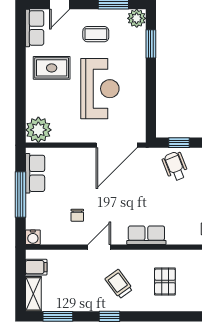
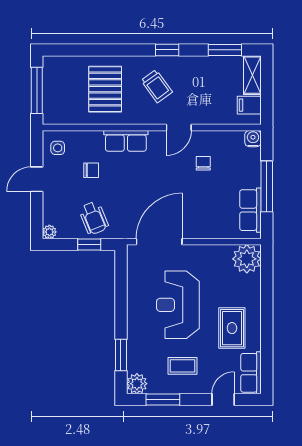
rug: (52, 68) -> (232, 328), turned 90
chair: (177, 209) -> (91, 170), added
pallet: (165, 281) -> (105, 89), width x1.50, depth x1.42

